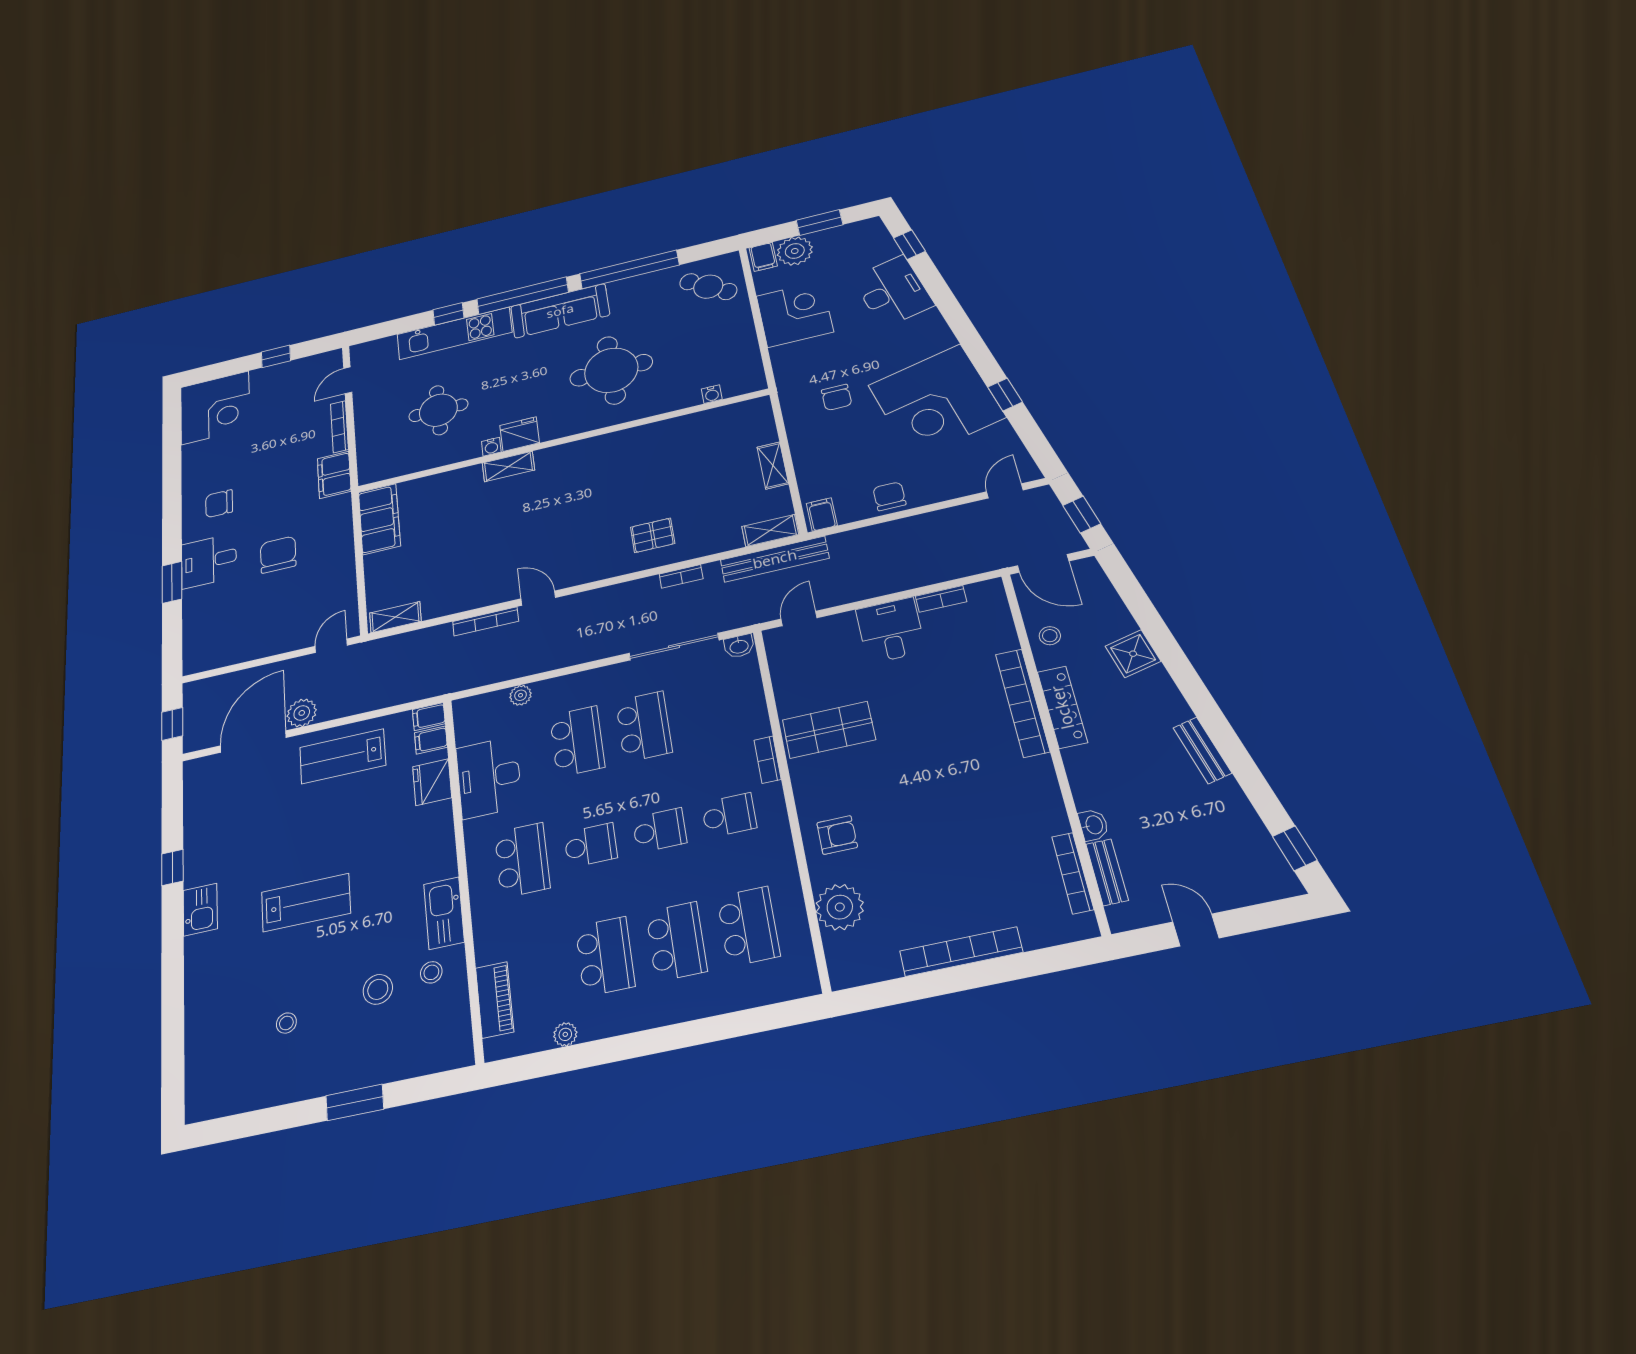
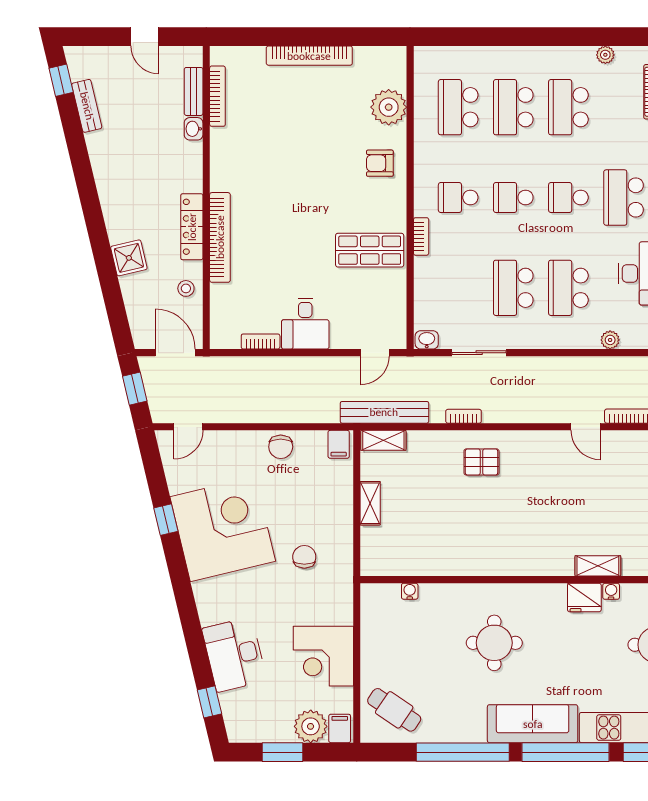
round table: (611, 370) -> (494, 643), width x0.73, depth x0.73
sliding door: (674, 647) -> (479, 353), width x0.73
bench: (1202, 750) -> (87, 106), moved

